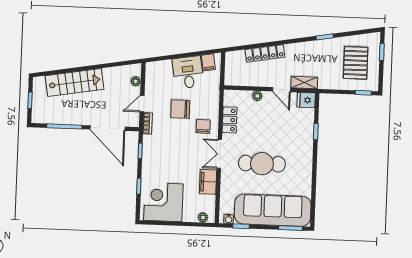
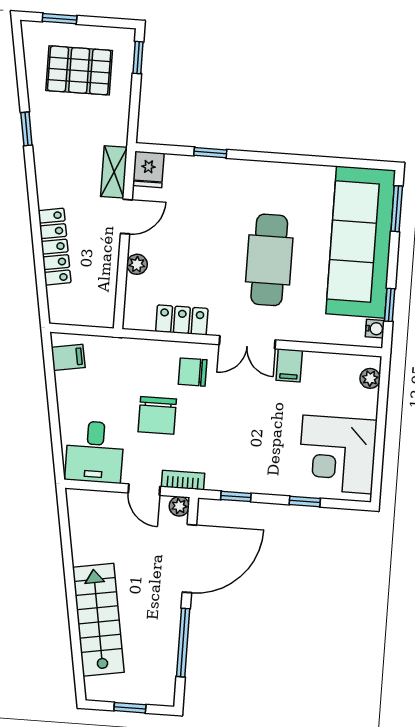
desk: (188, 72) -> (95, 452), moved, turned -80
plant: (136, 81) -> (179, 506), moved
filing cabinet: (208, 182) -> (289, 365), width x0.50

